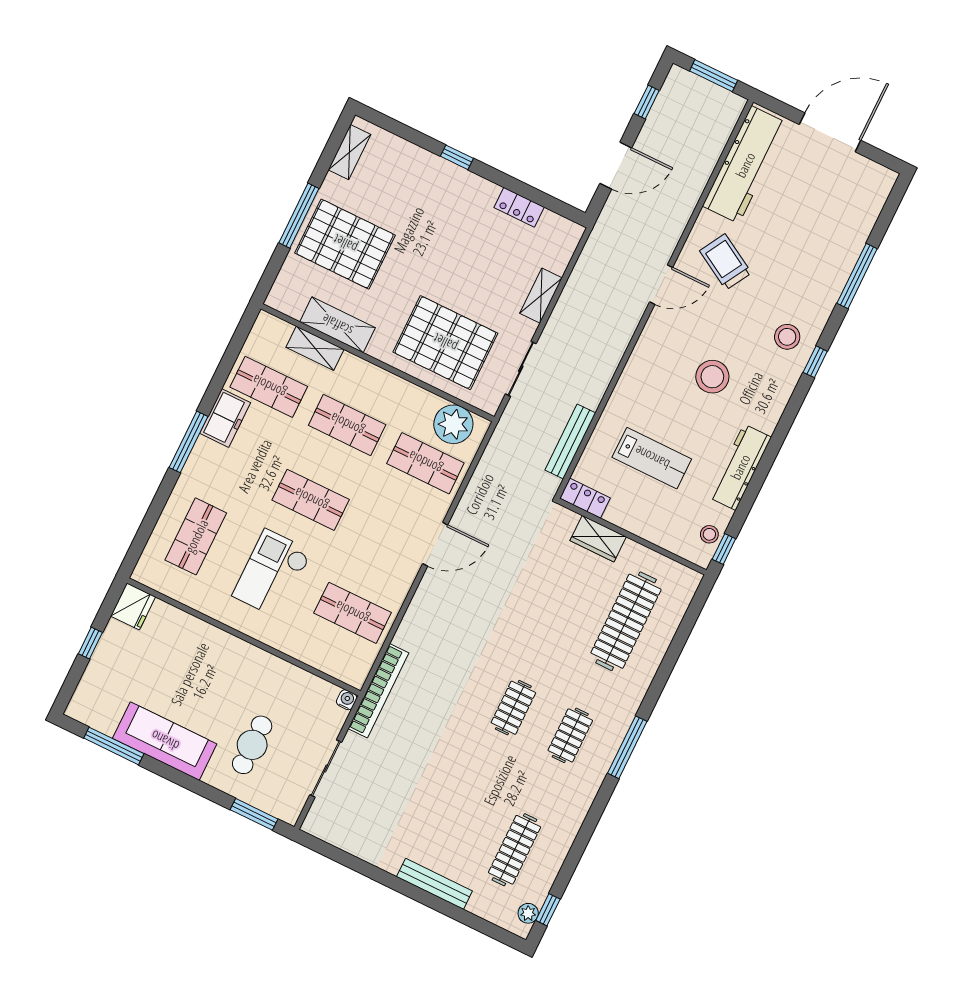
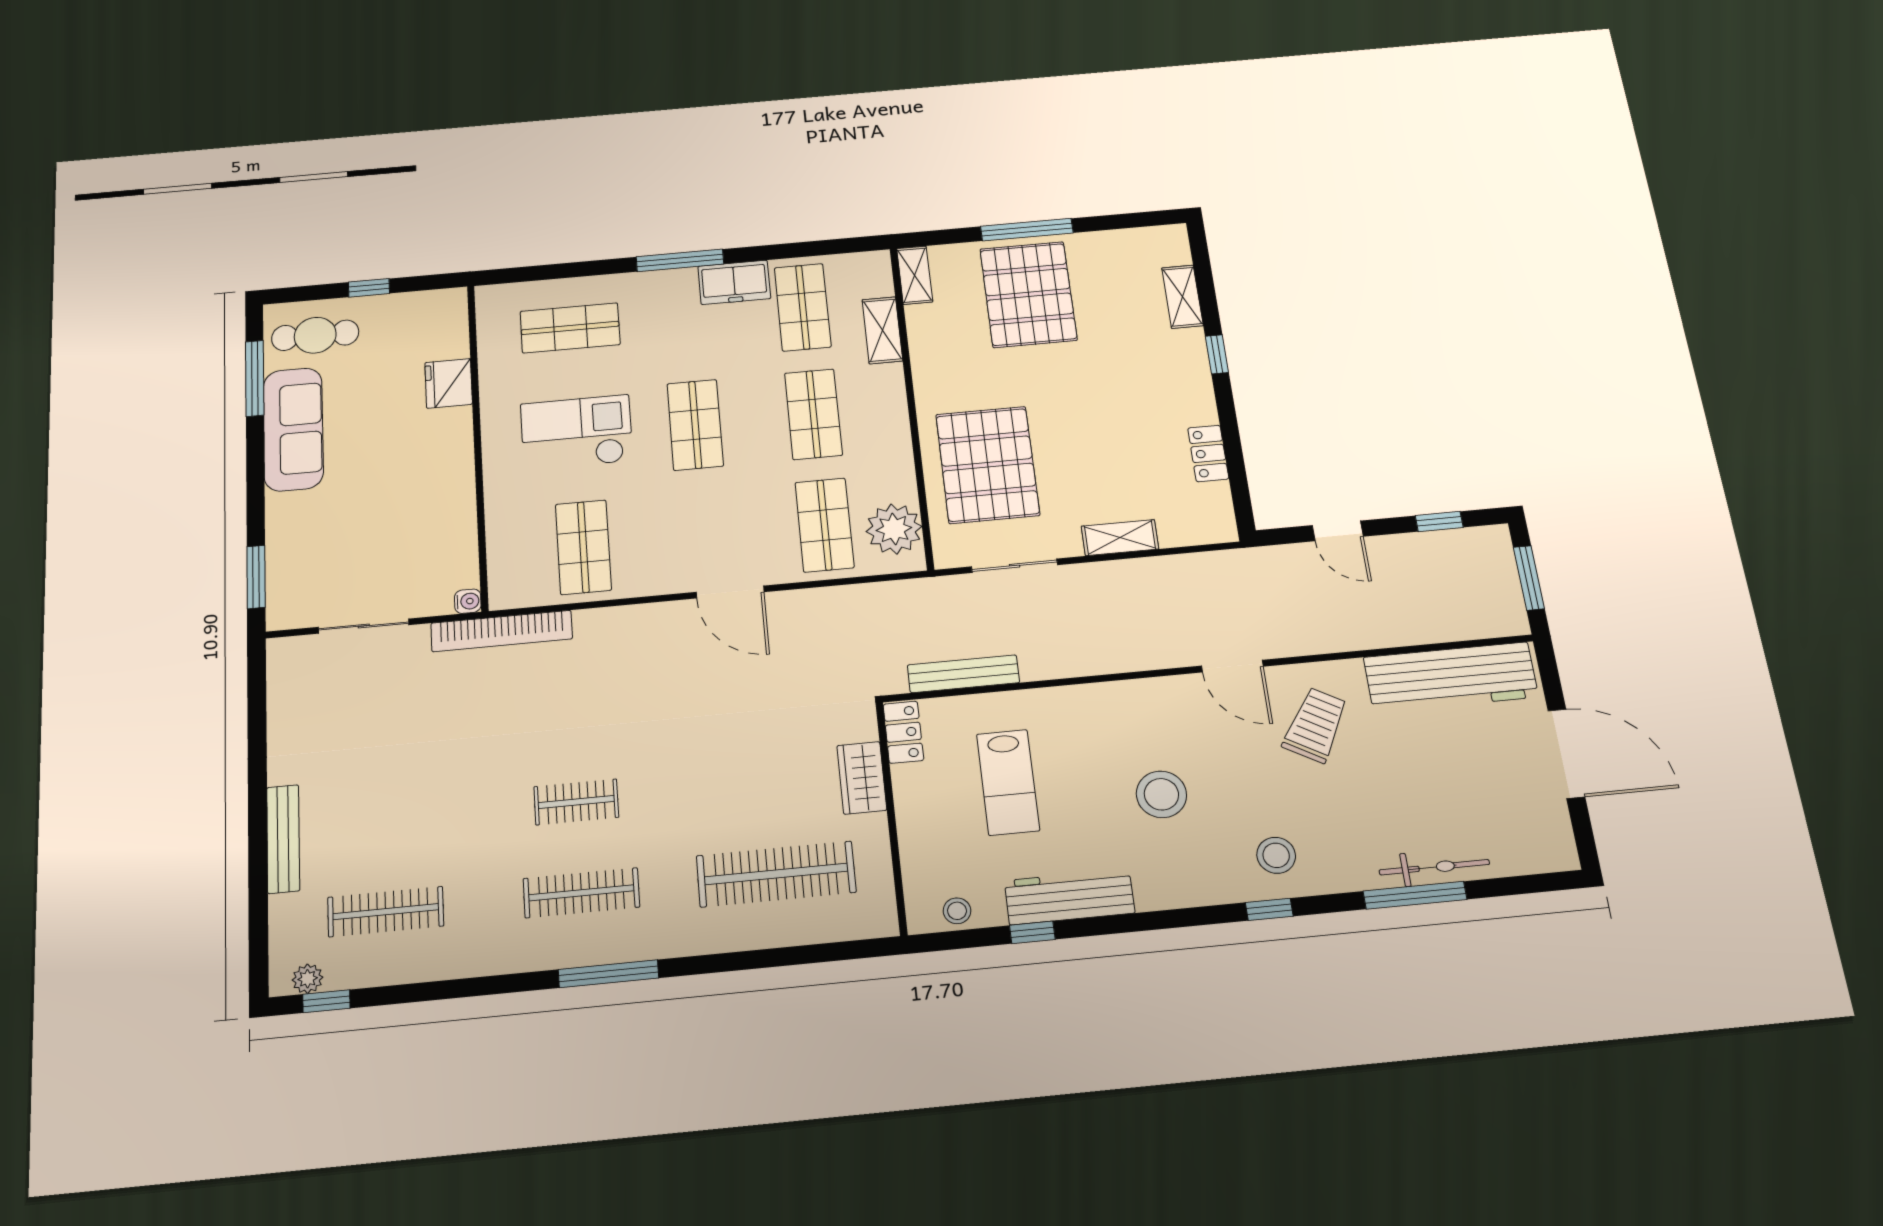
shelving: (349, 152) -> (1182, 297), moved, turned 90
door: (616, 166) -> (1338, 531), width x0.73
bicycle: (848, 254) -> (1434, 867), added
shelving: (337, 325) -> (915, 275), moved, width x0.67, depth x0.75
window: (724, 549) -> (1032, 932), moved
fridge: (133, 606) -> (449, 383), moved, turned 90
clothes rail: (570, 735) -> (581, 893), width x1.36
cafe table: (252, 745) -> (315, 335), moved

